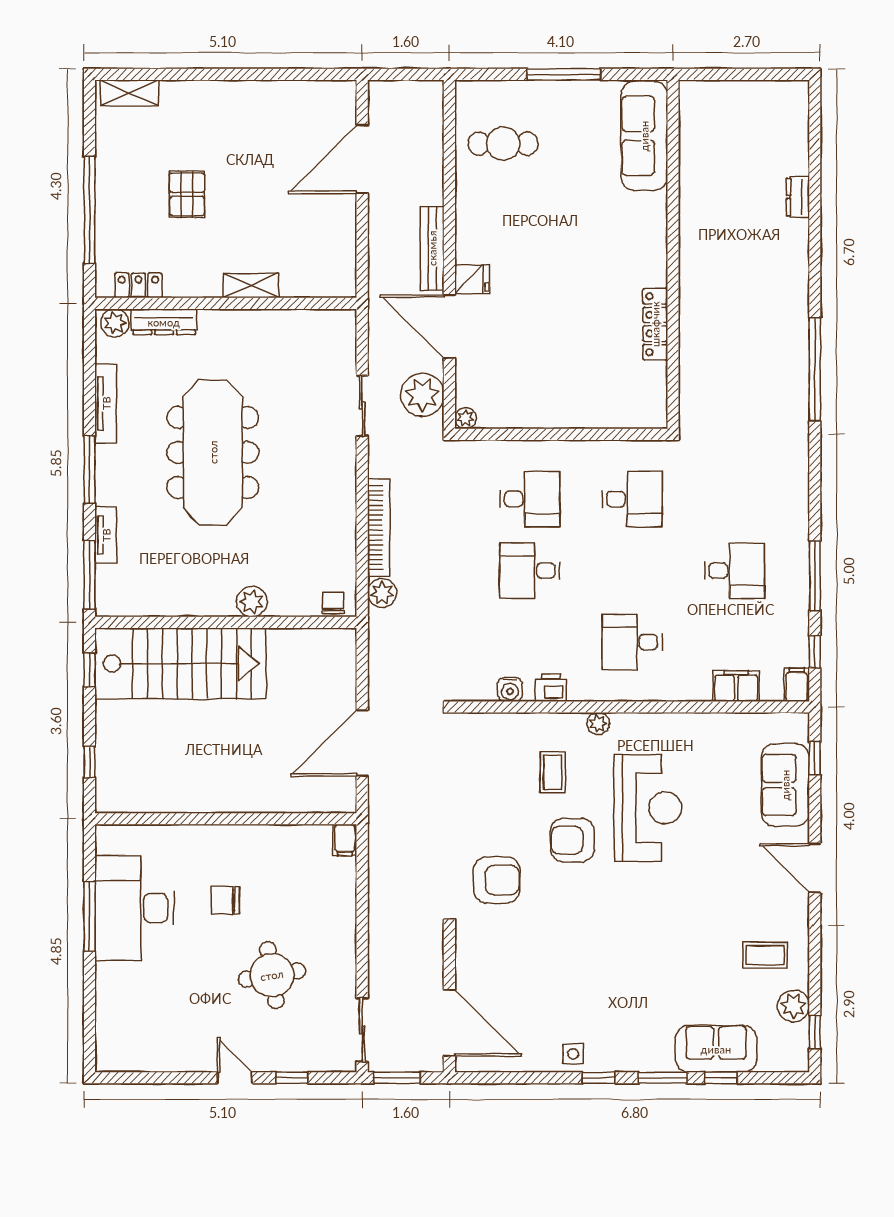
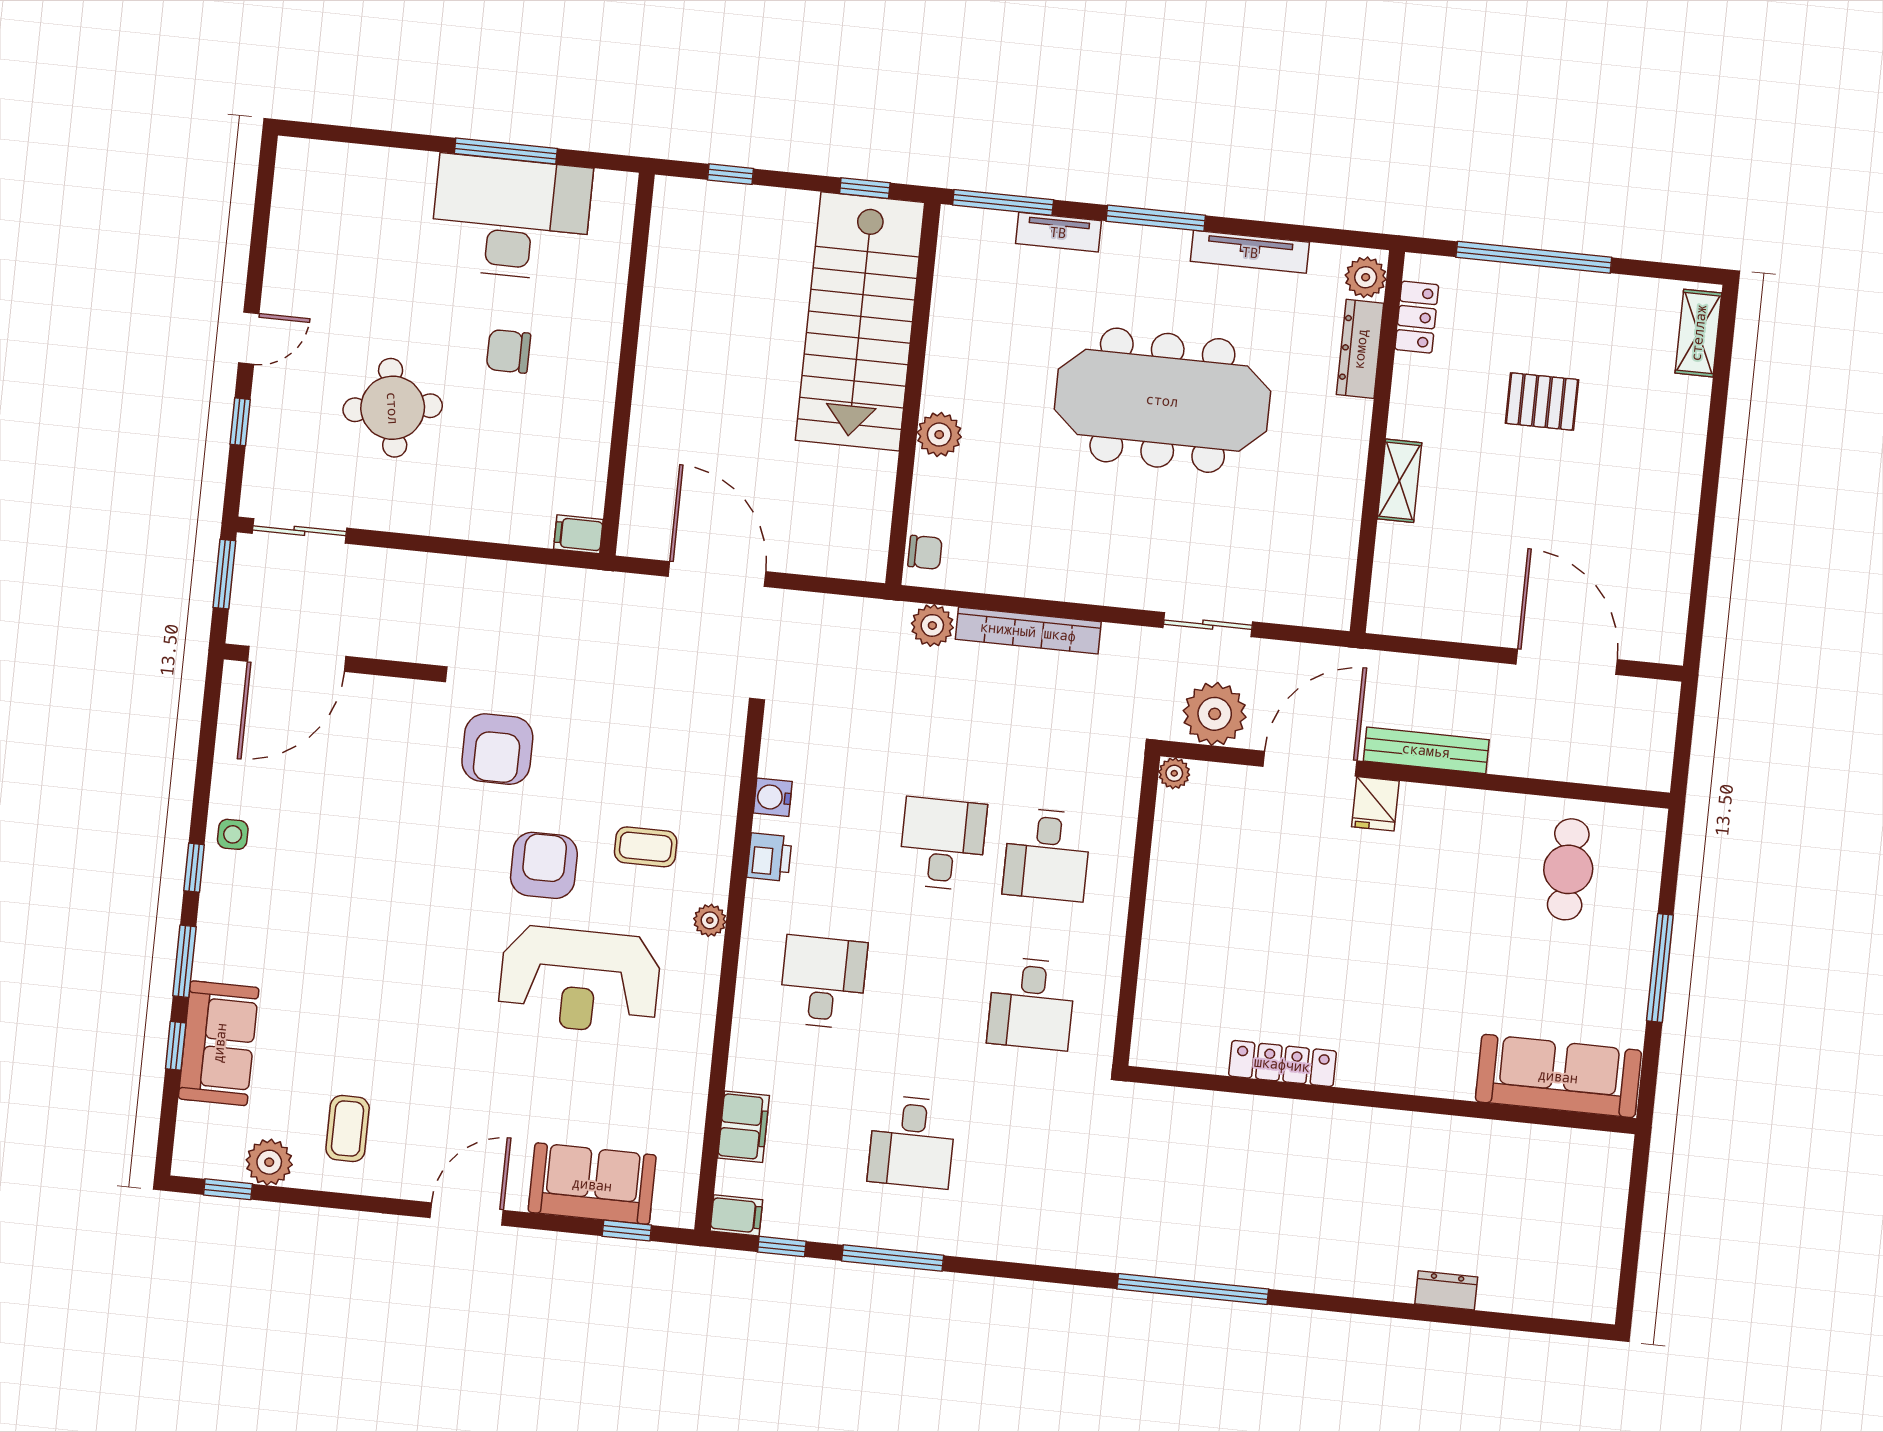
chair: (225, 900) -> (508, 351), turned -90

